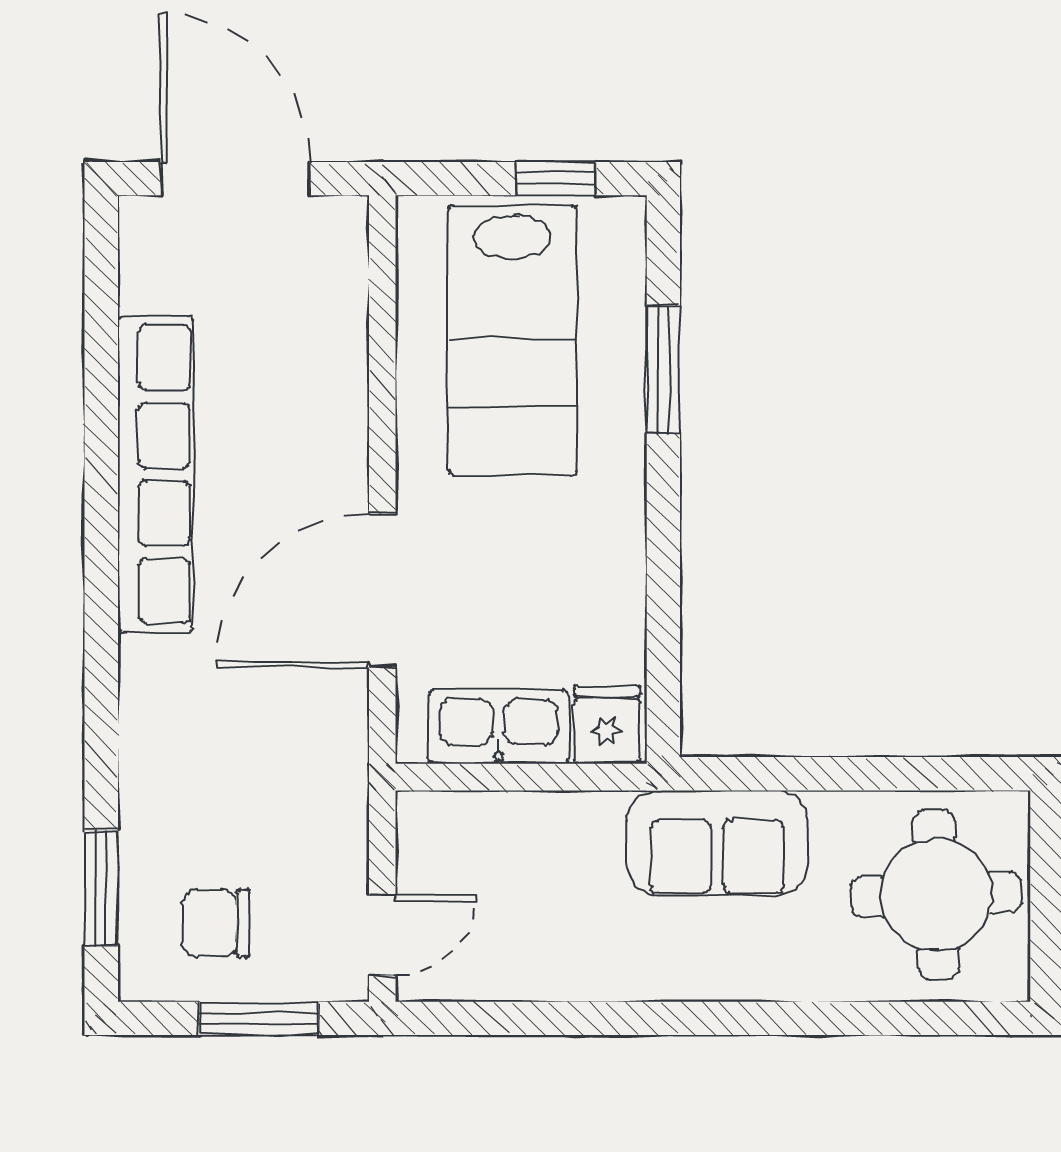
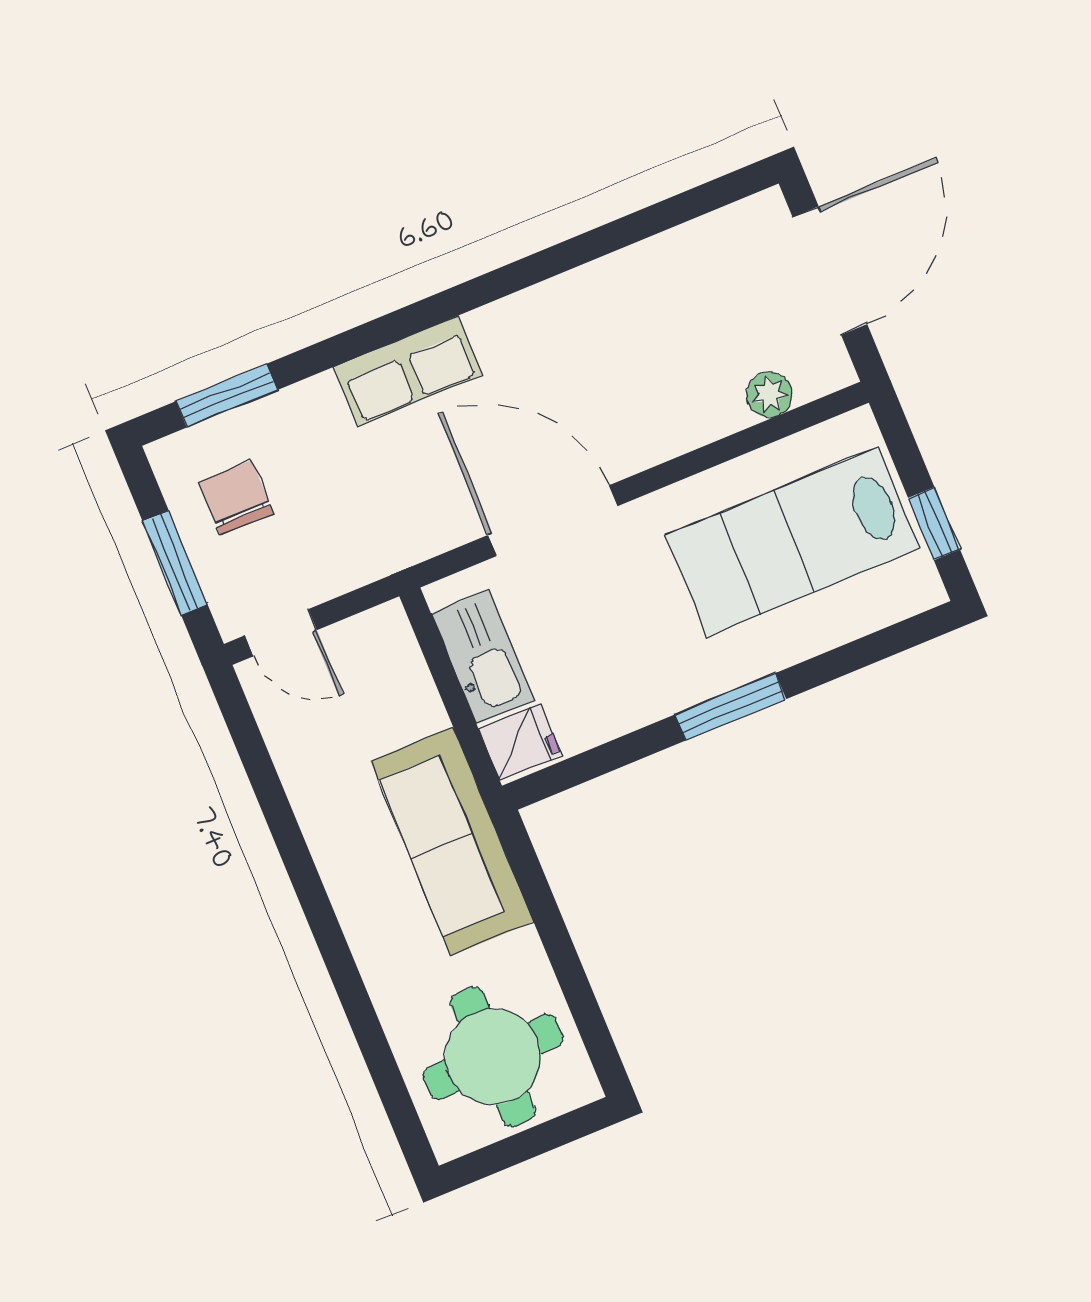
plant: (342, 299) -> (769, 395), added
window: (663, 370) -> (731, 707), moved
row of seats: (155, 474) -> (408, 371), moved, width x0.50
sofa: (717, 843) -> (452, 841), width x1.36

